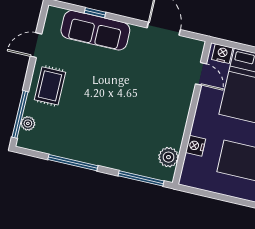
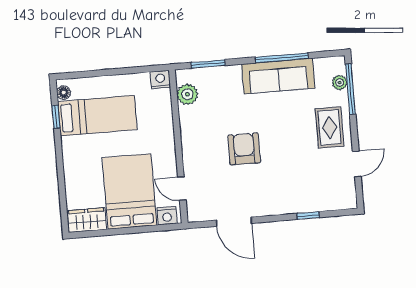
sofa: (95, 30) -> (278, 76), moved, turned 180
armchair: (133, 91) -> (244, 149), added
nightstand: (195, 146) -> (160, 80), moved, turned -90
window: (141, 178) -> (208, 64), width x0.69

